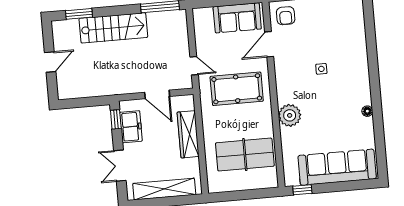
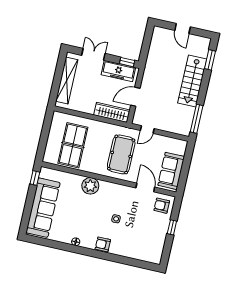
armchair: (360, 75) -> (103, 244), added
freezer: (131, 127) -> (118, 71), width x1.40
wardrobe: (188, 134) -> (112, 112), moved

